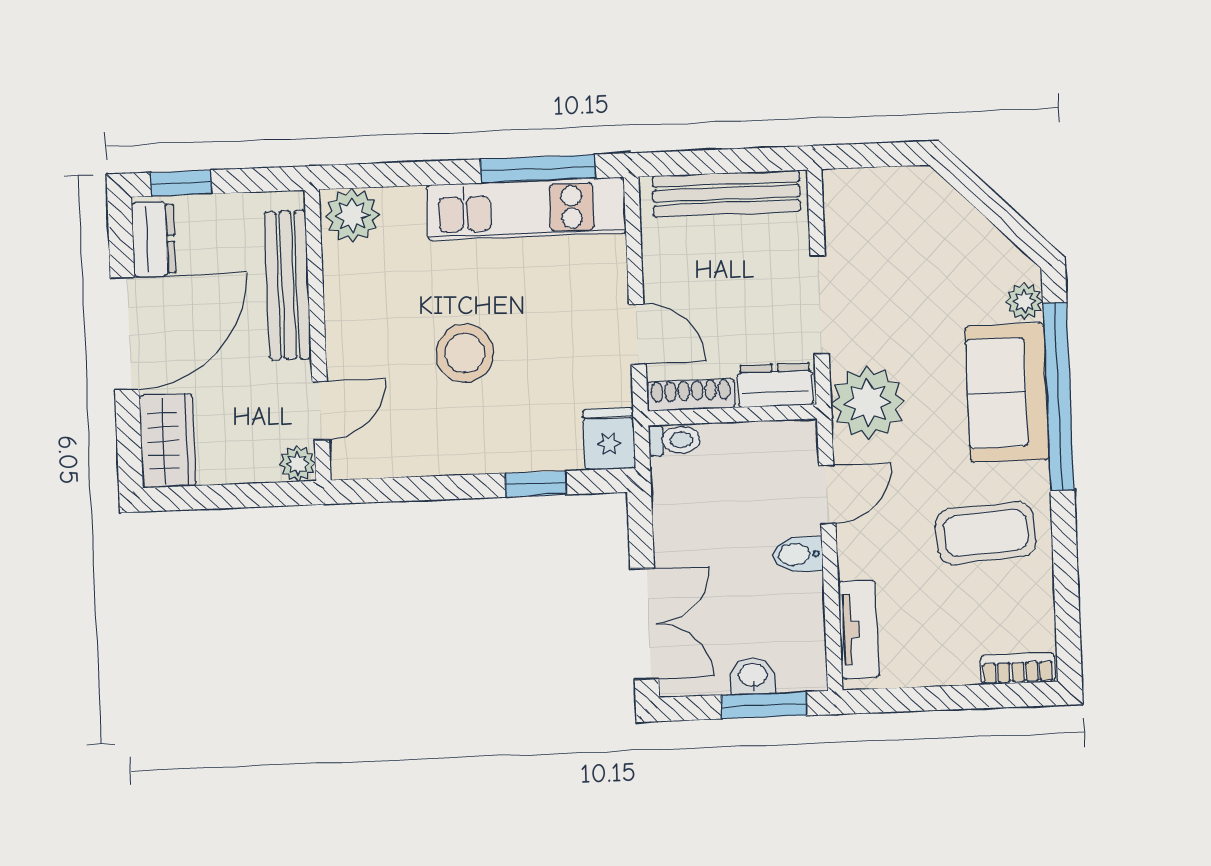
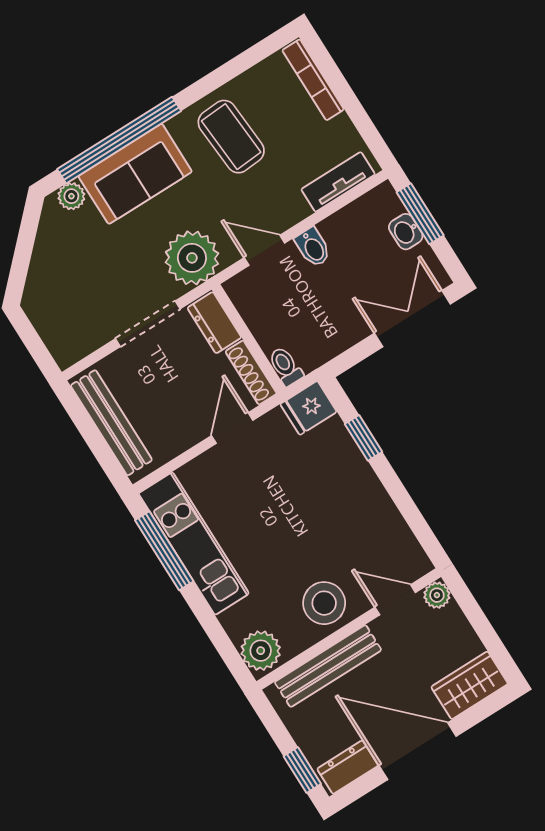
stool: (465, 353) -> (324, 603), moved
bookcase: (1018, 669) -> (313, 80), width x1.56

